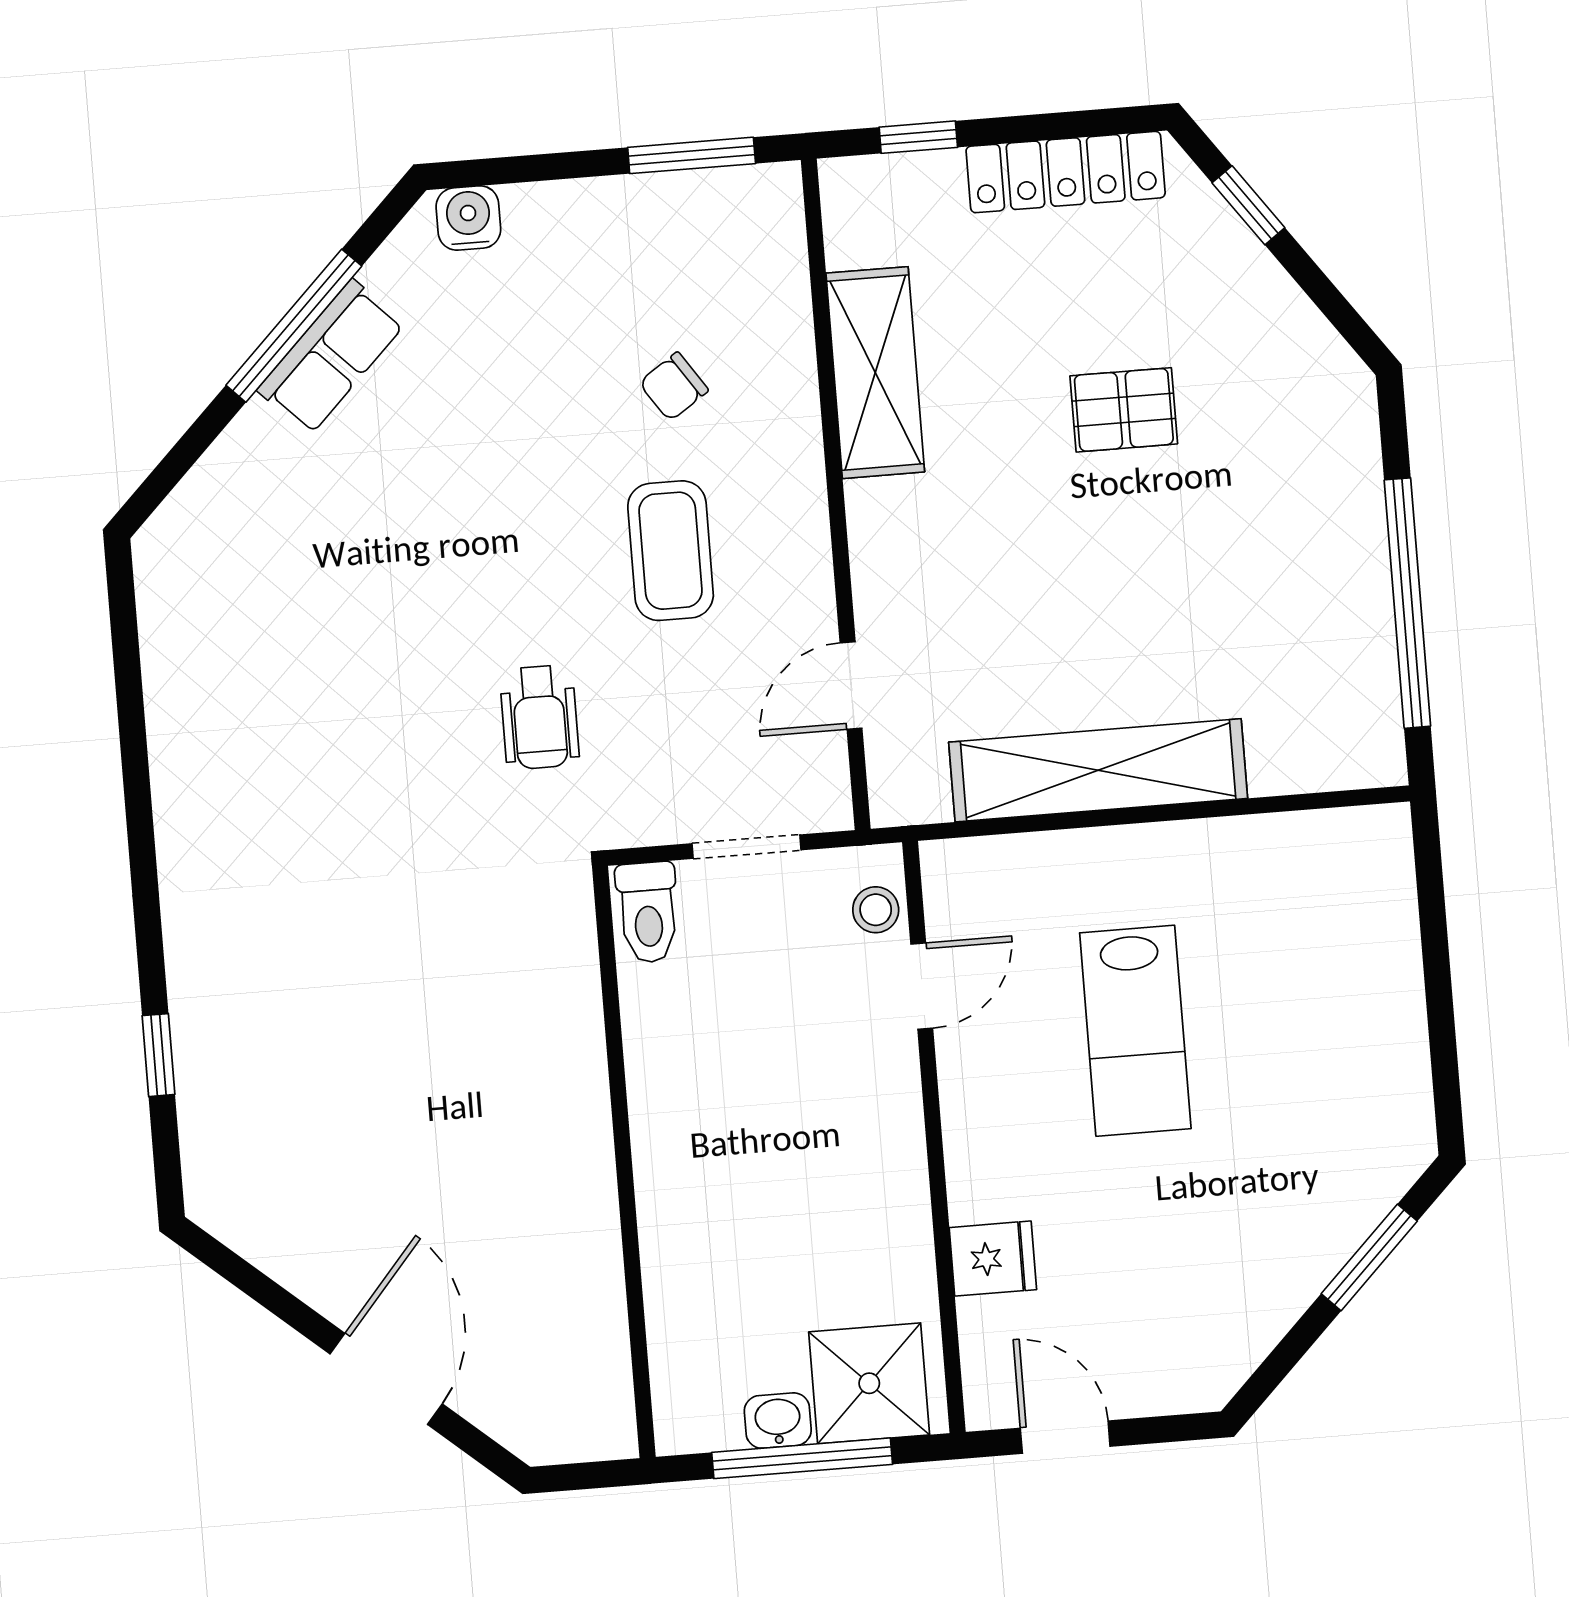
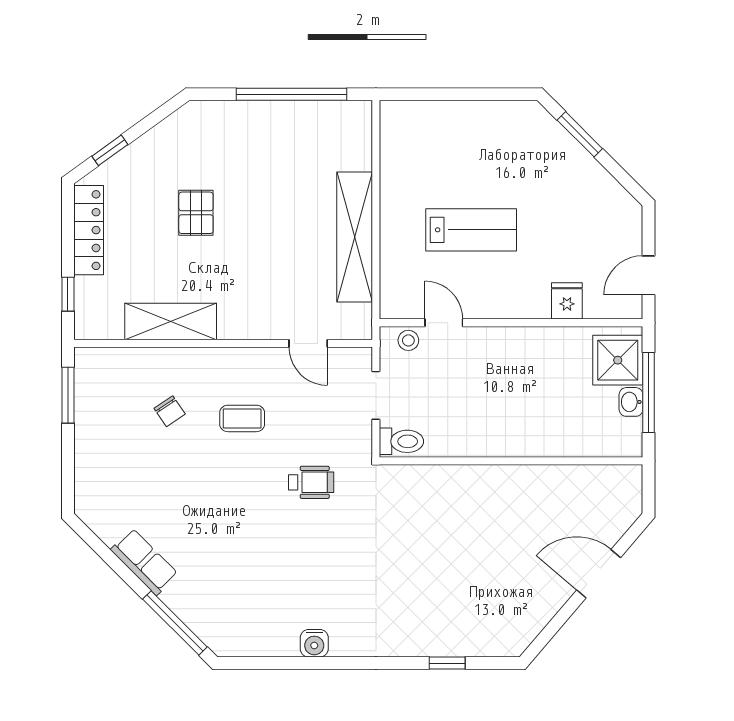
water cooler: (468, 218) -> (314, 643), moved, turned -90
window: (294, 326) -> (175, 623), moved
coffee table: (671, 551) -> (242, 418), width x0.73, depth x0.77

